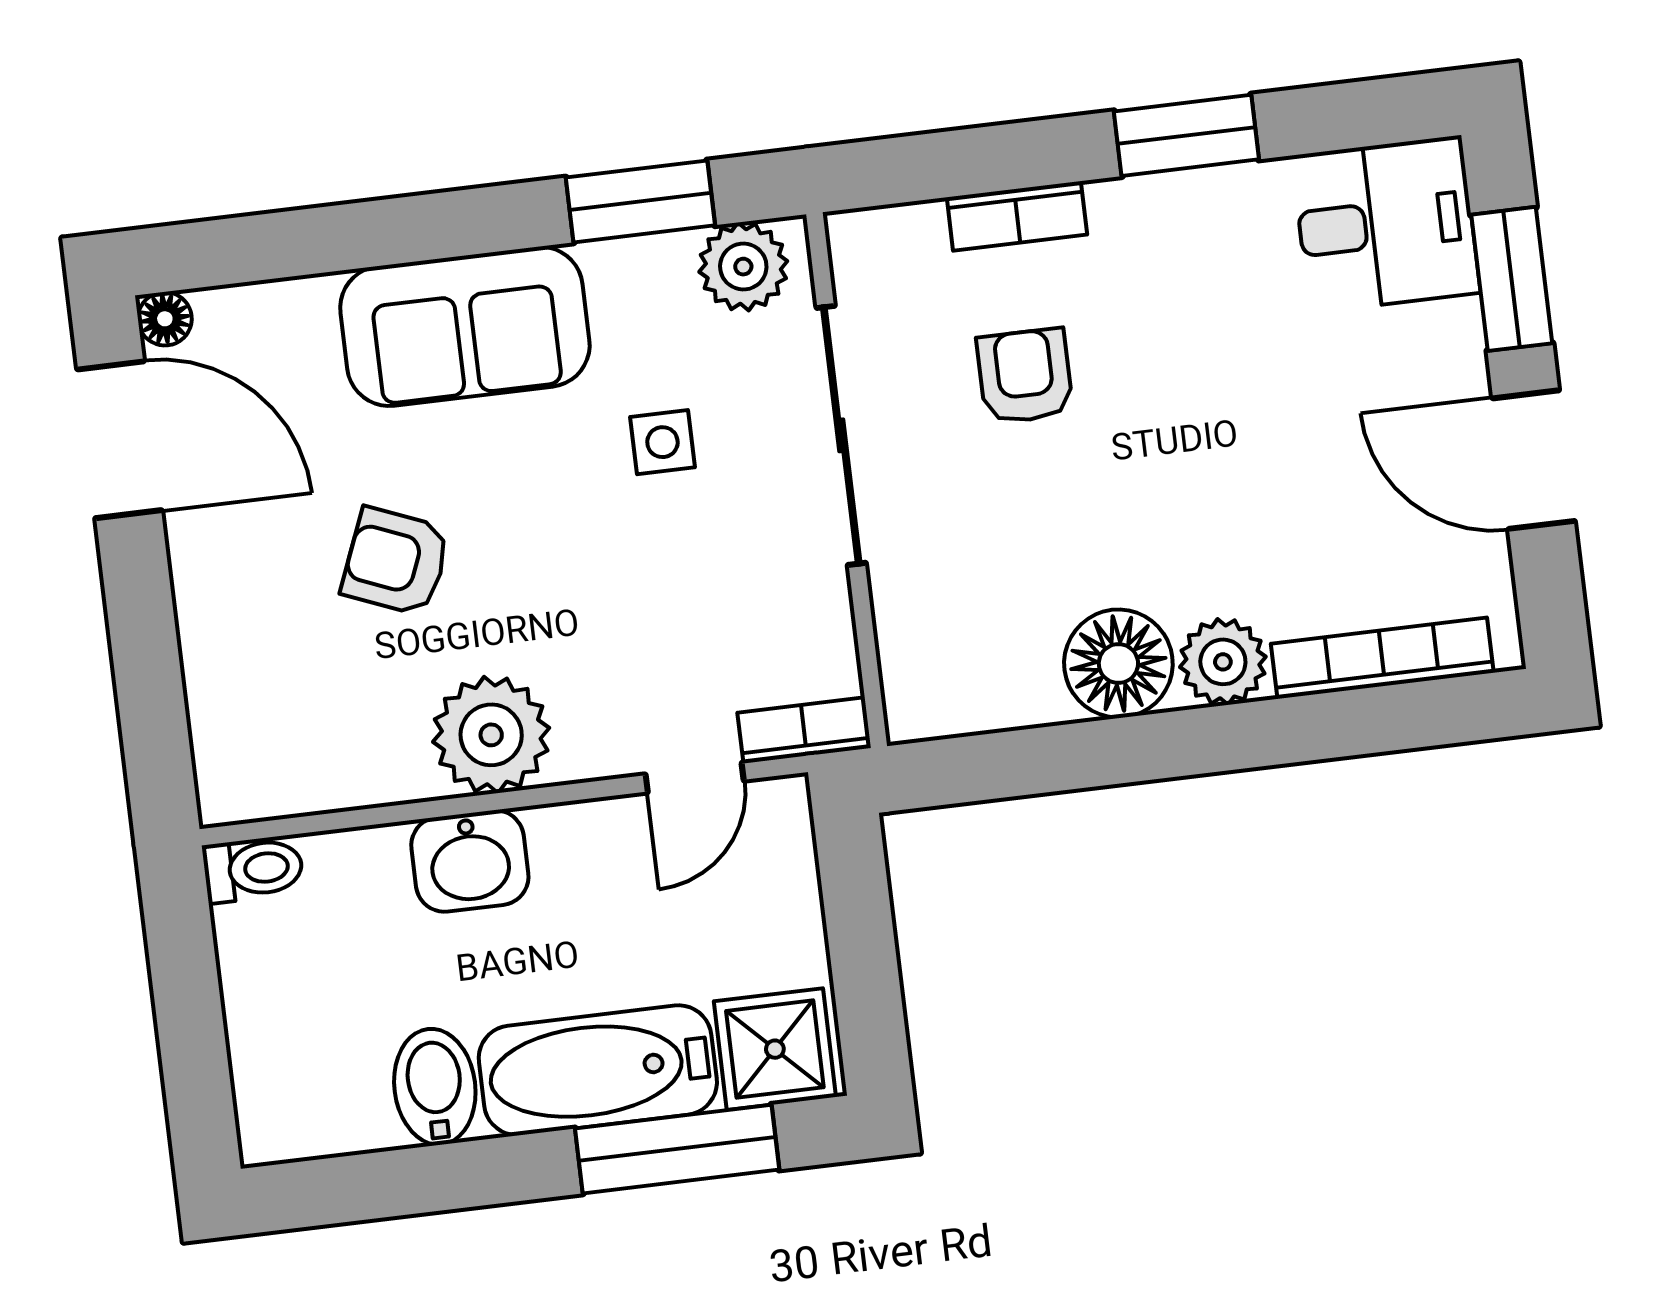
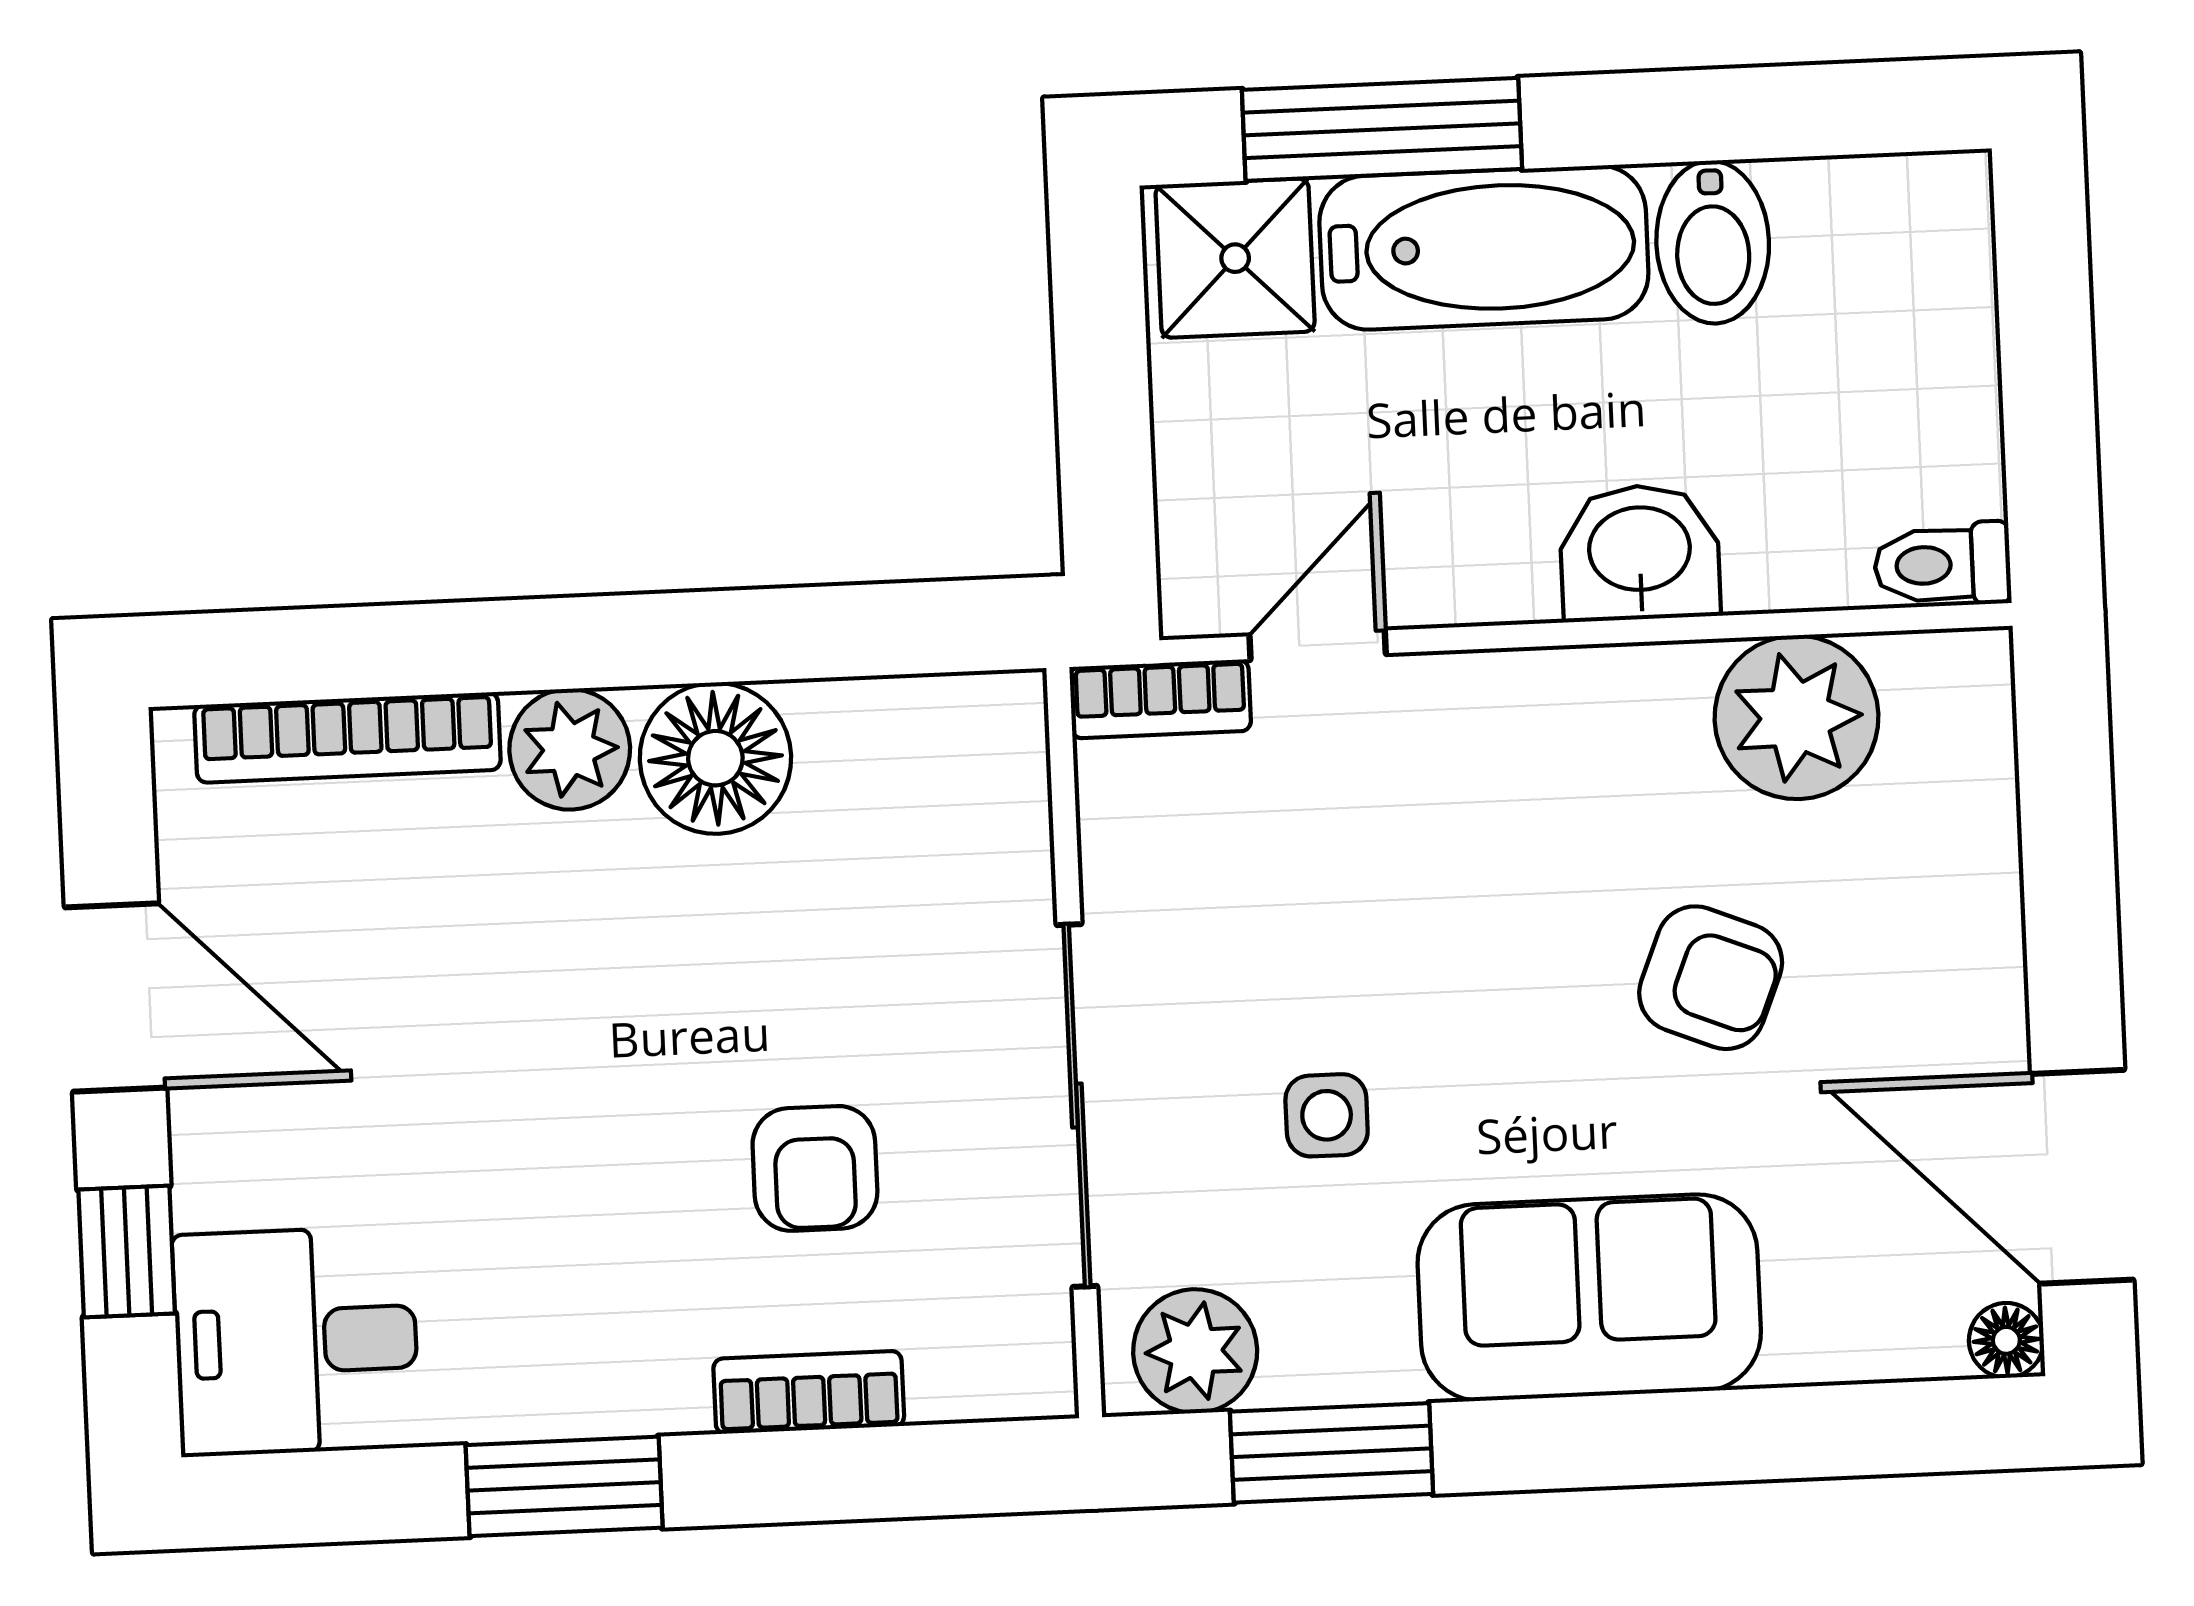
window: (1512, 279) -> (127, 1252), width x0.67
plant: (491, 735) -> (1796, 717), moved

